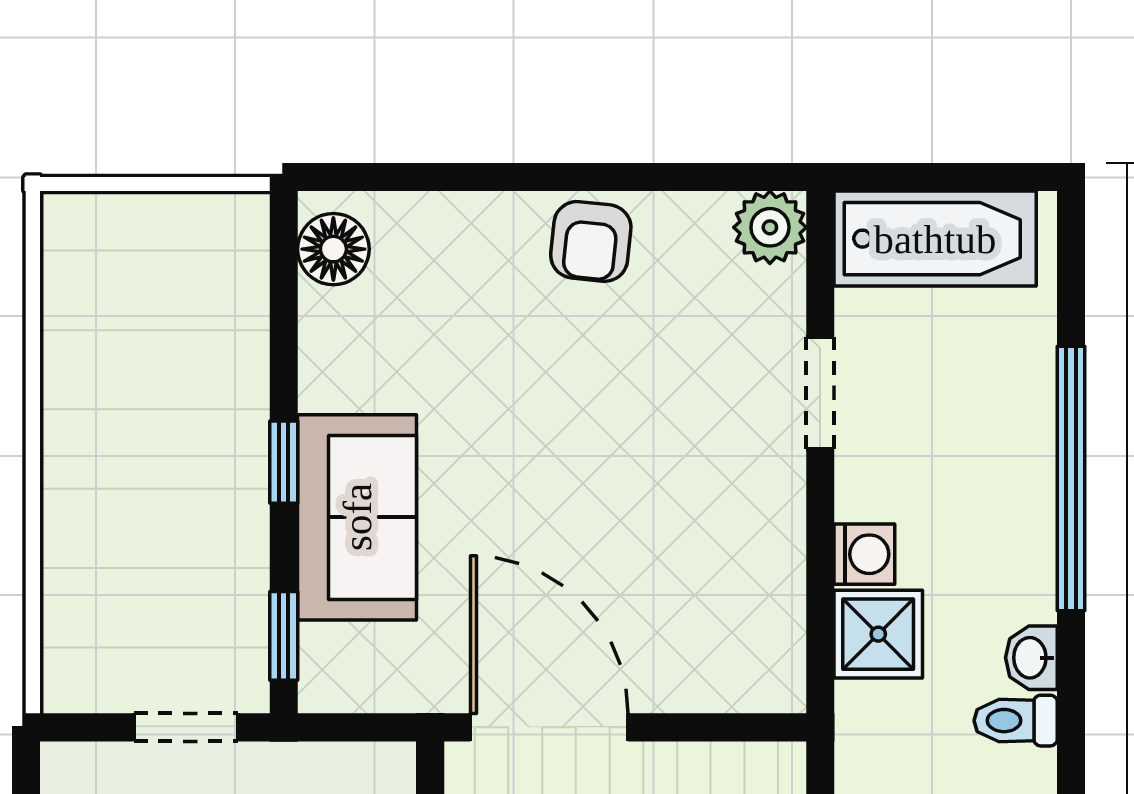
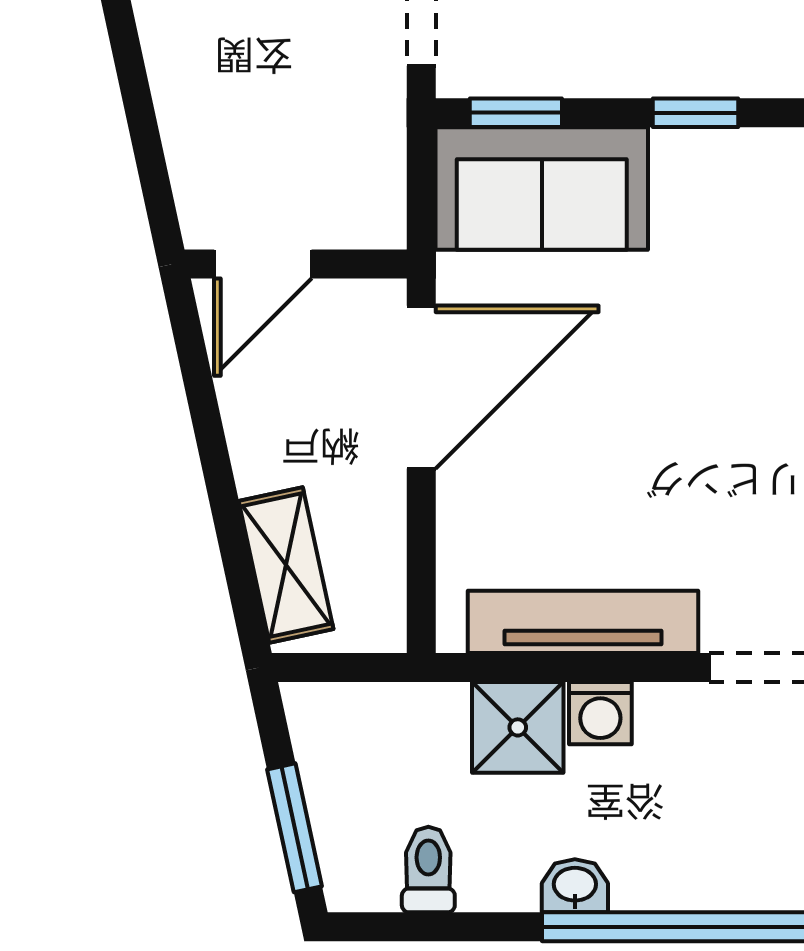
sofa: (357, 517) -> (542, 188), moved
tv unit: (776, 571) -> (583, 622), added
washbasin: (1031, 658) -> (575, 886), moved

